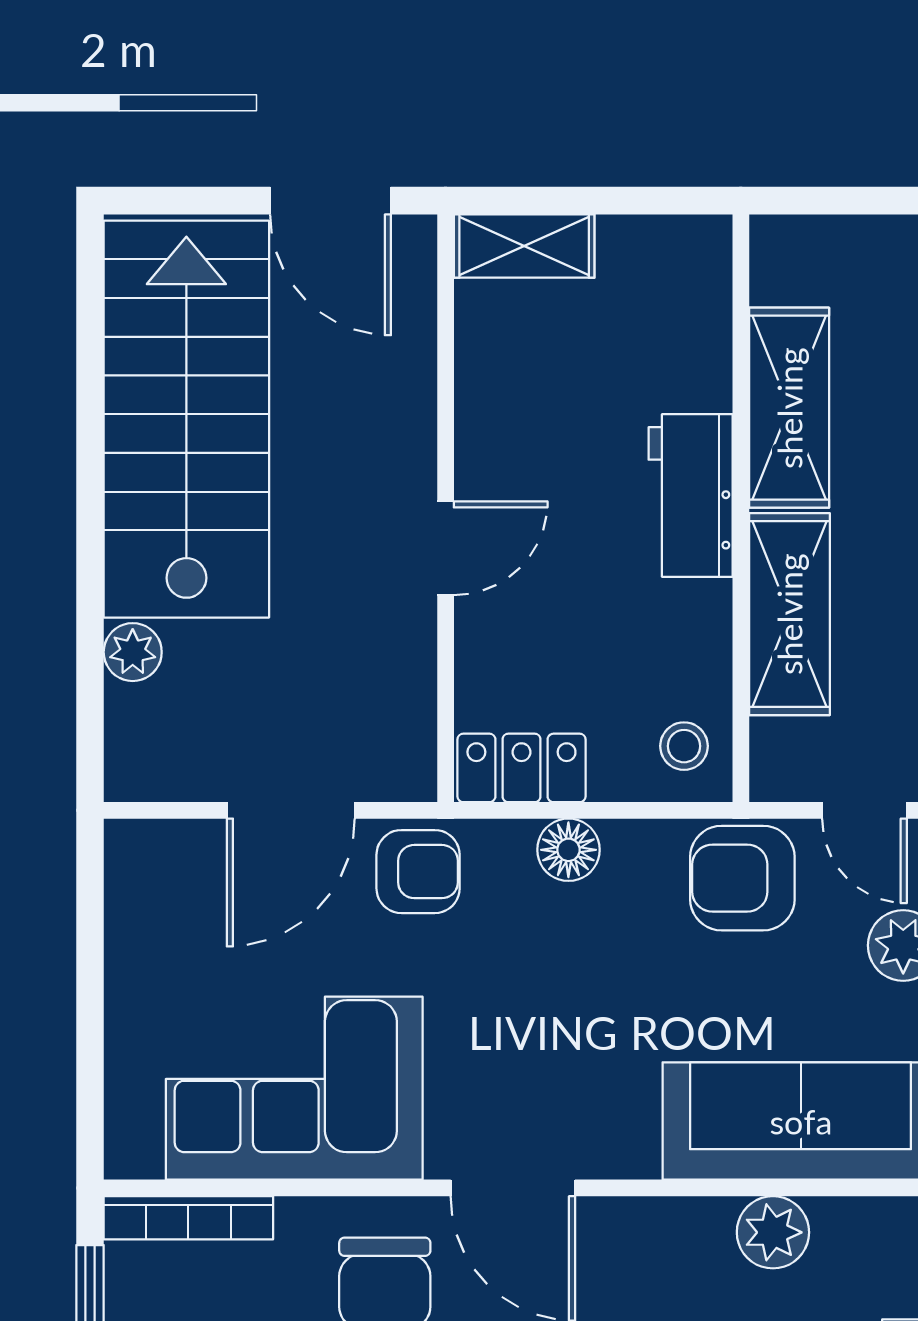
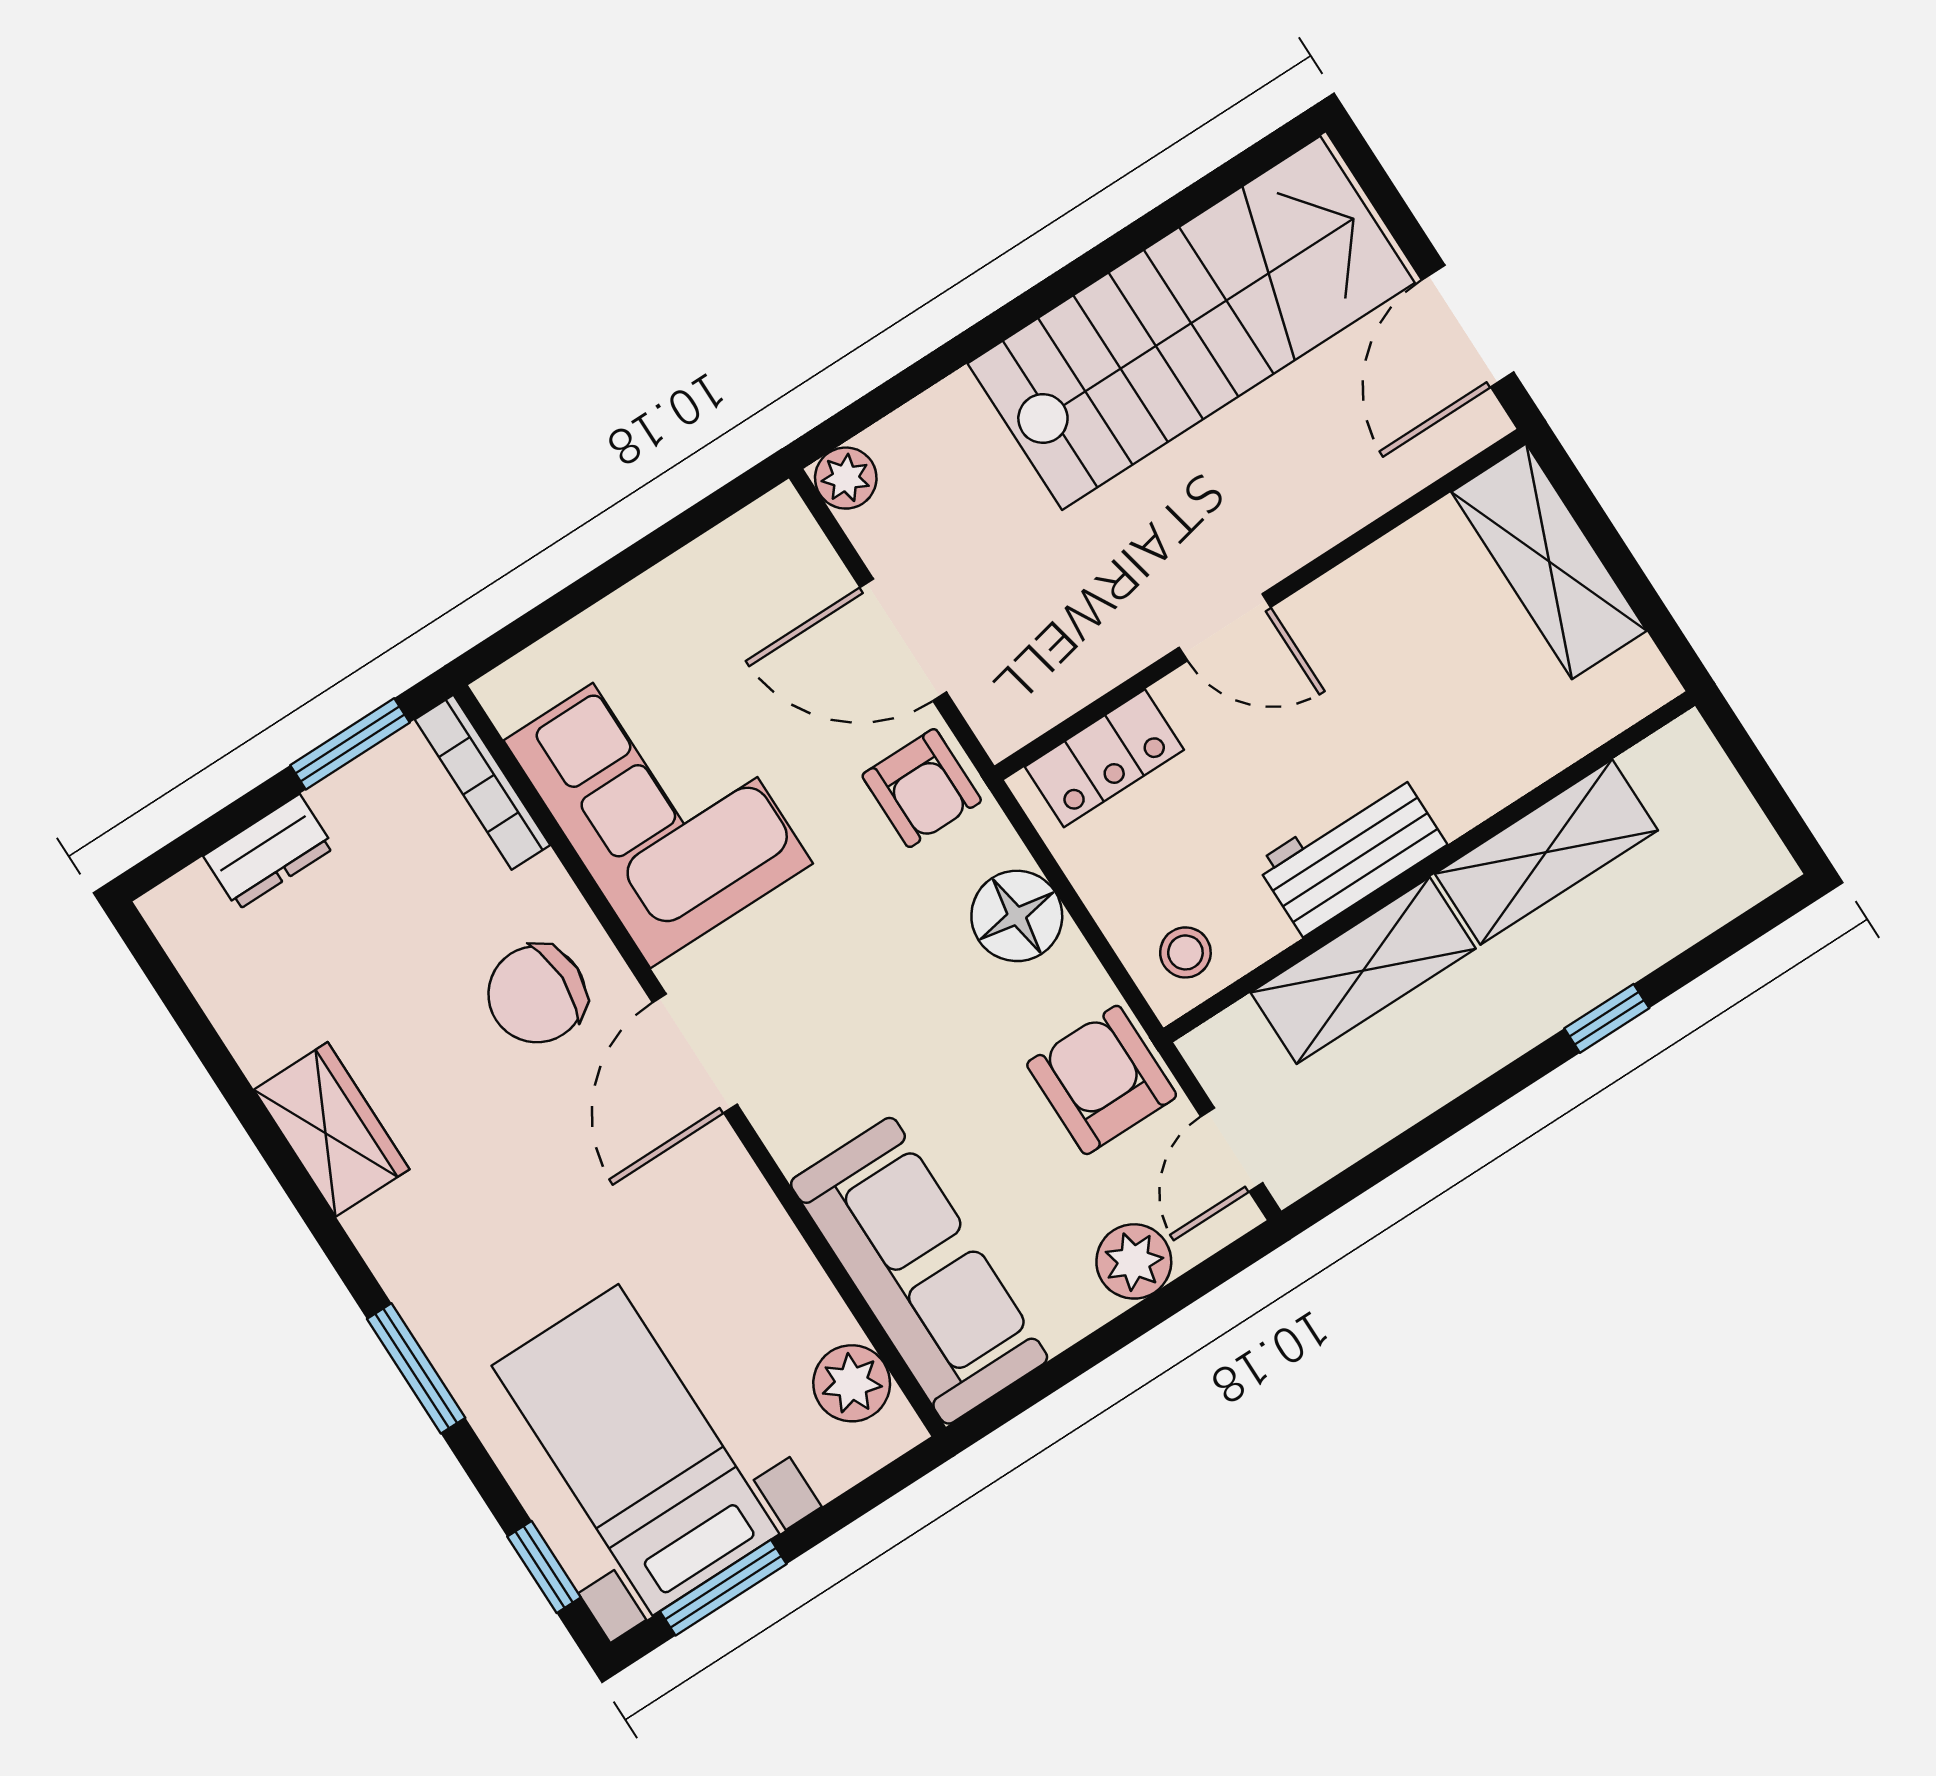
shelving: (524, 246) -> (1549, 561), width x1.50, depth x1.33
workbench: (691, 496) -> (1351, 854), moved
plant: (133, 652) -> (846, 478), moved
locker: (521, 768) -> (1104, 758), moved, turned 90
floor lamp: (568, 850) -> (1017, 916), width x1.38, depth x1.38
plant: (773, 1232) -> (852, 1383), moved

